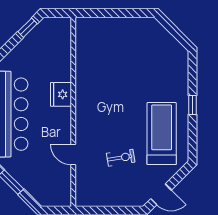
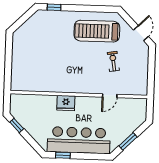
window: (193, 105) -> (54, 7), moved

